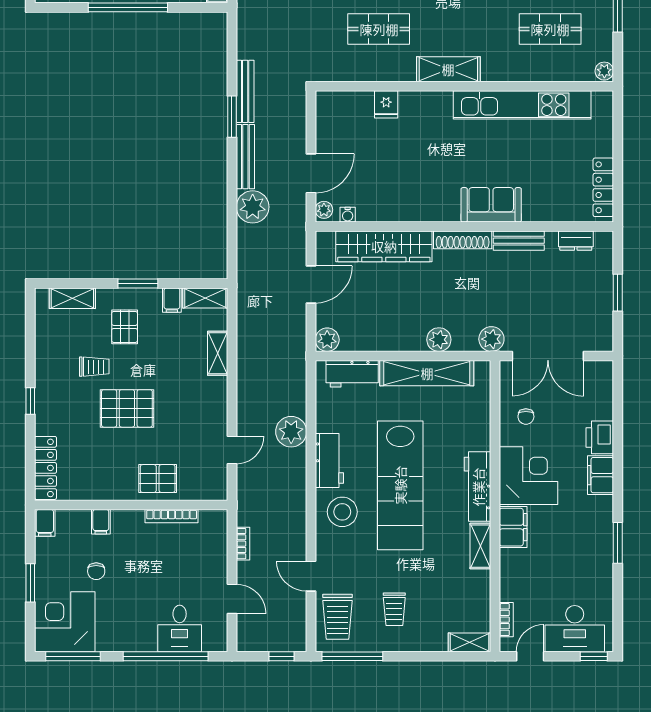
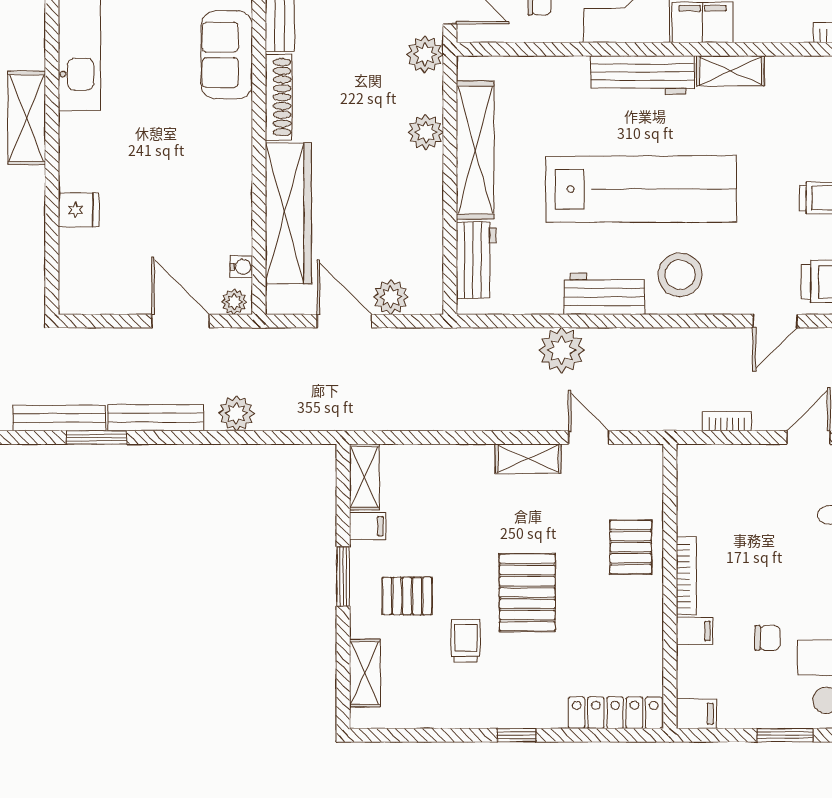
plant: (253, 207) -> (236, 413), width x0.73, depth x0.73
plant: (327, 340) -> (391, 297), moved
shelving: (218, 353) -> (528, 459), moved
bookcase: (172, 516) -> (686, 576), moved

